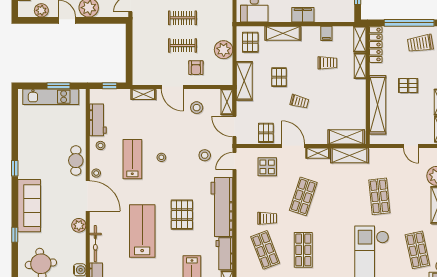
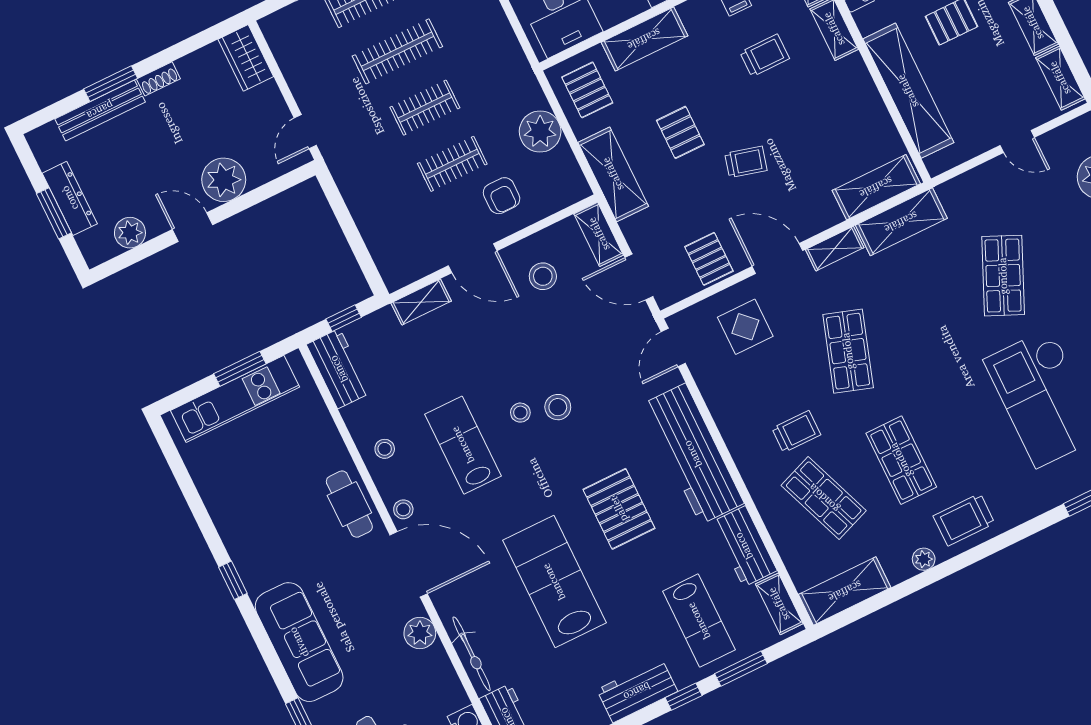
workbench: (98, 120) -> (339, 369), moved
stool: (205, 155) -> (558, 407), moved
shop shelf: (379, 196) -> (1003, 276), turned 30

